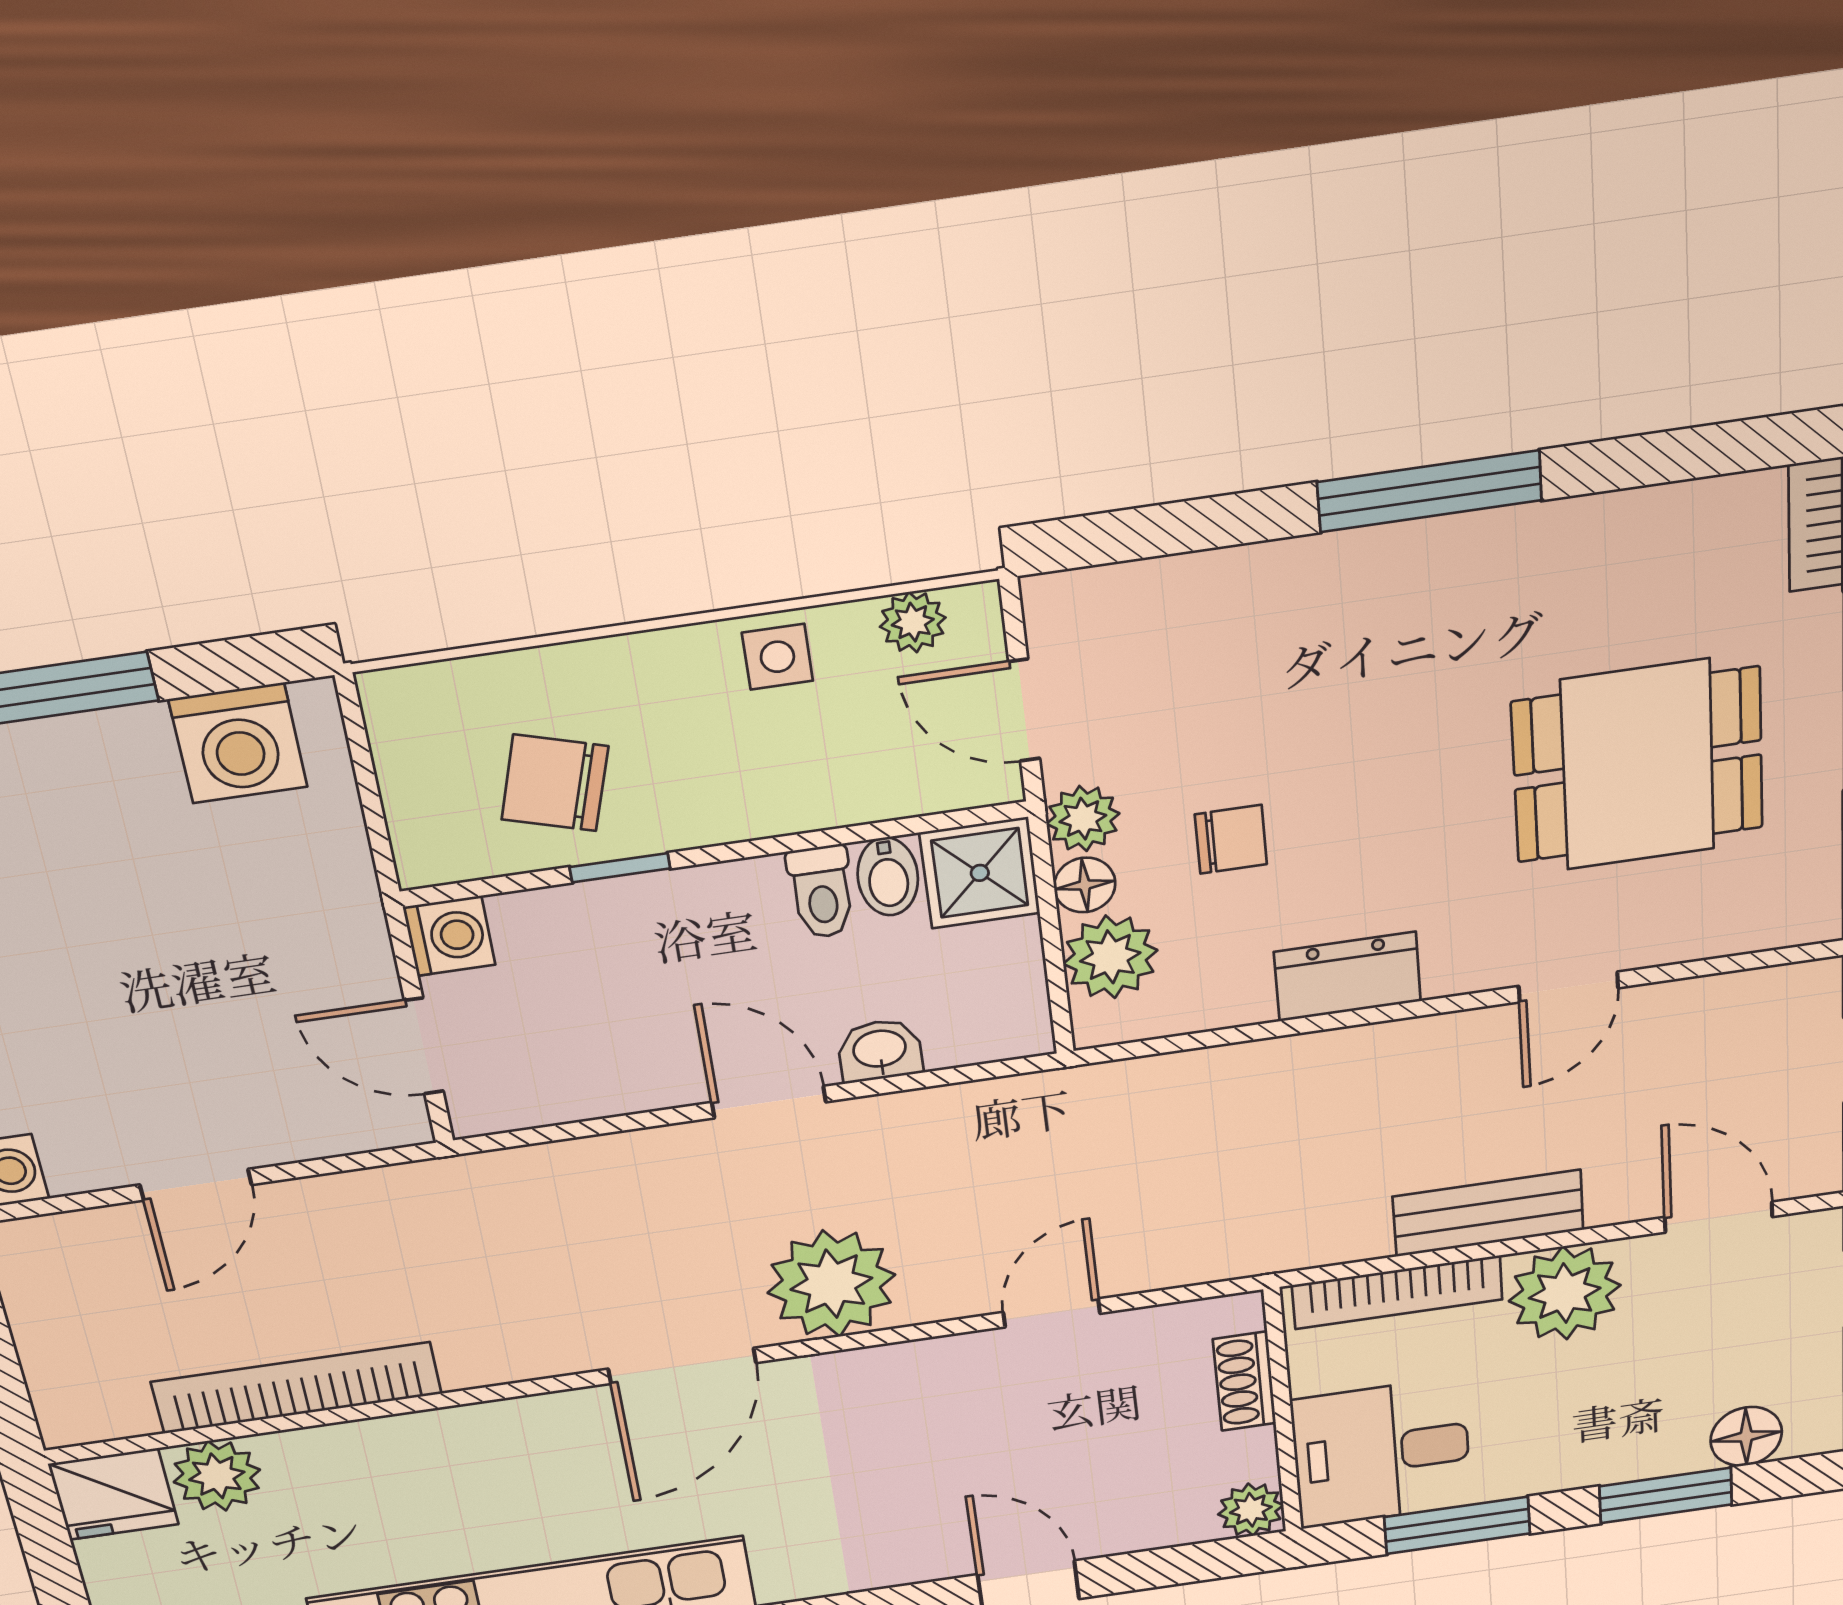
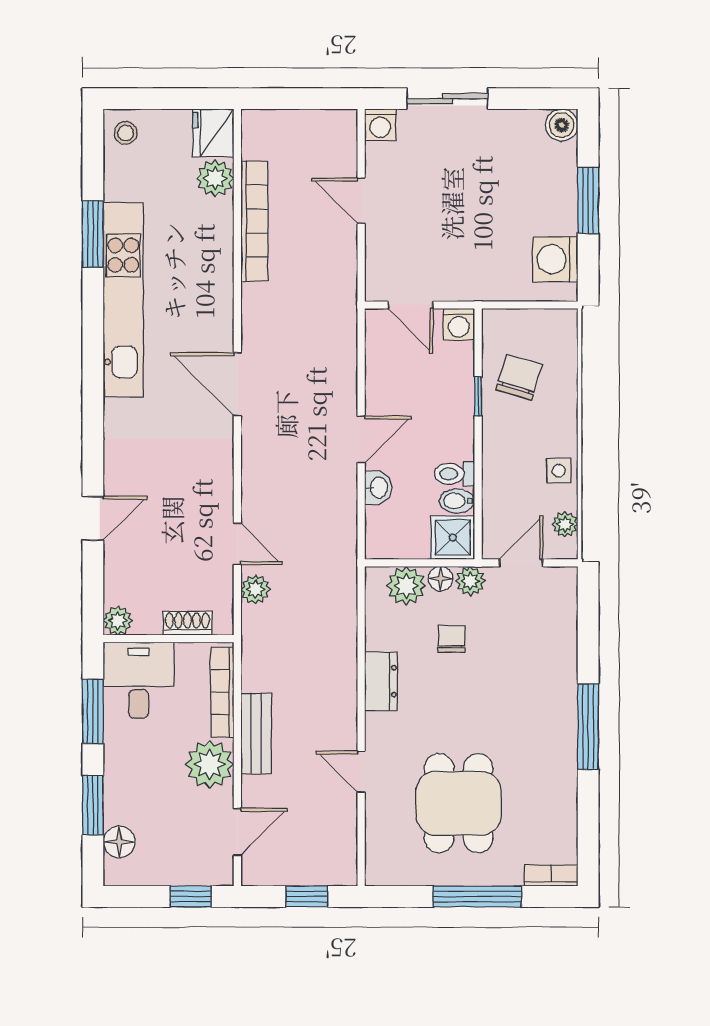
chair: (1231, 839) -> (452, 639), turned 180
door: (424, 1046) -> (411, 305), swing flipped
plant: (831, 1284) -> (255, 589), moved, width x0.53, depth x0.53

